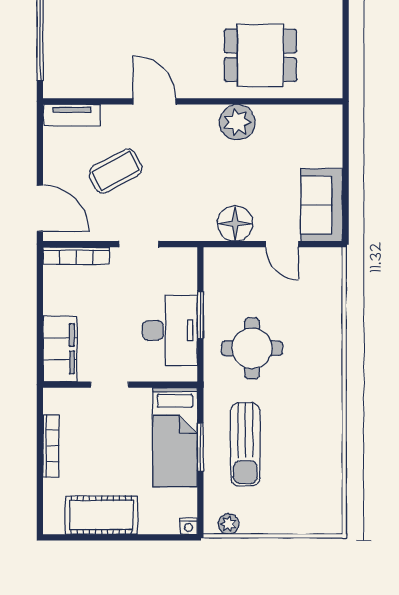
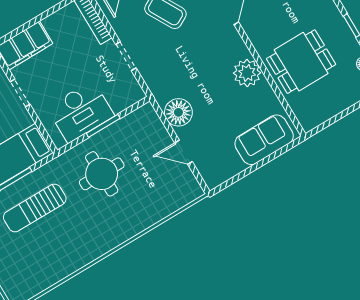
dining table: (260, 55) -> (301, 62), turned 90
sofa: (322, 205) -> (264, 140), moved
door: (282, 244) -> (184, 152), hinge flipped

